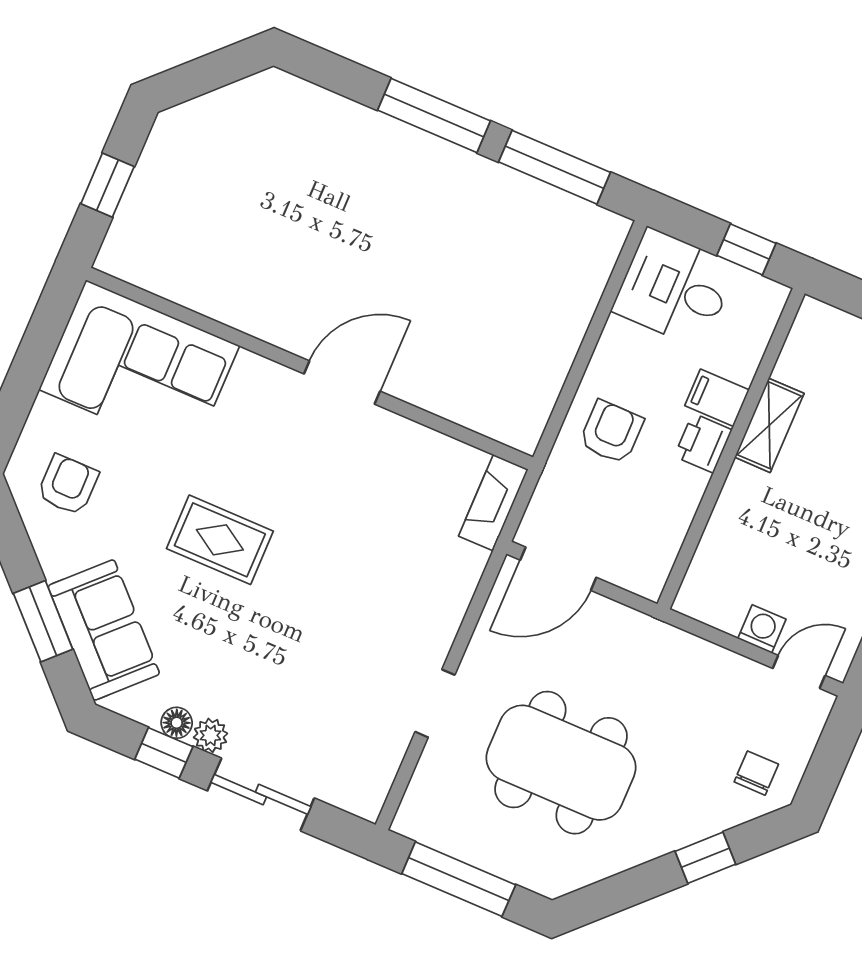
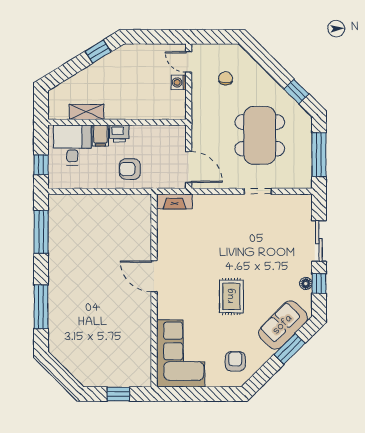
window: (434, 116) -> (41, 307), moved
window: (746, 249) -> (41, 165), moved
desk: (675, 288) -> (72, 145), moved, turned 180
shelving: (769, 425) -> (86, 112), moved
armchair: (68, 485) -> (235, 361), turned 90
plant: (210, 735) -> (305, 269), removed
chair: (756, 773) -> (226, 78), moved, turned 90
window: (705, 858) -> (296, 91), moved

